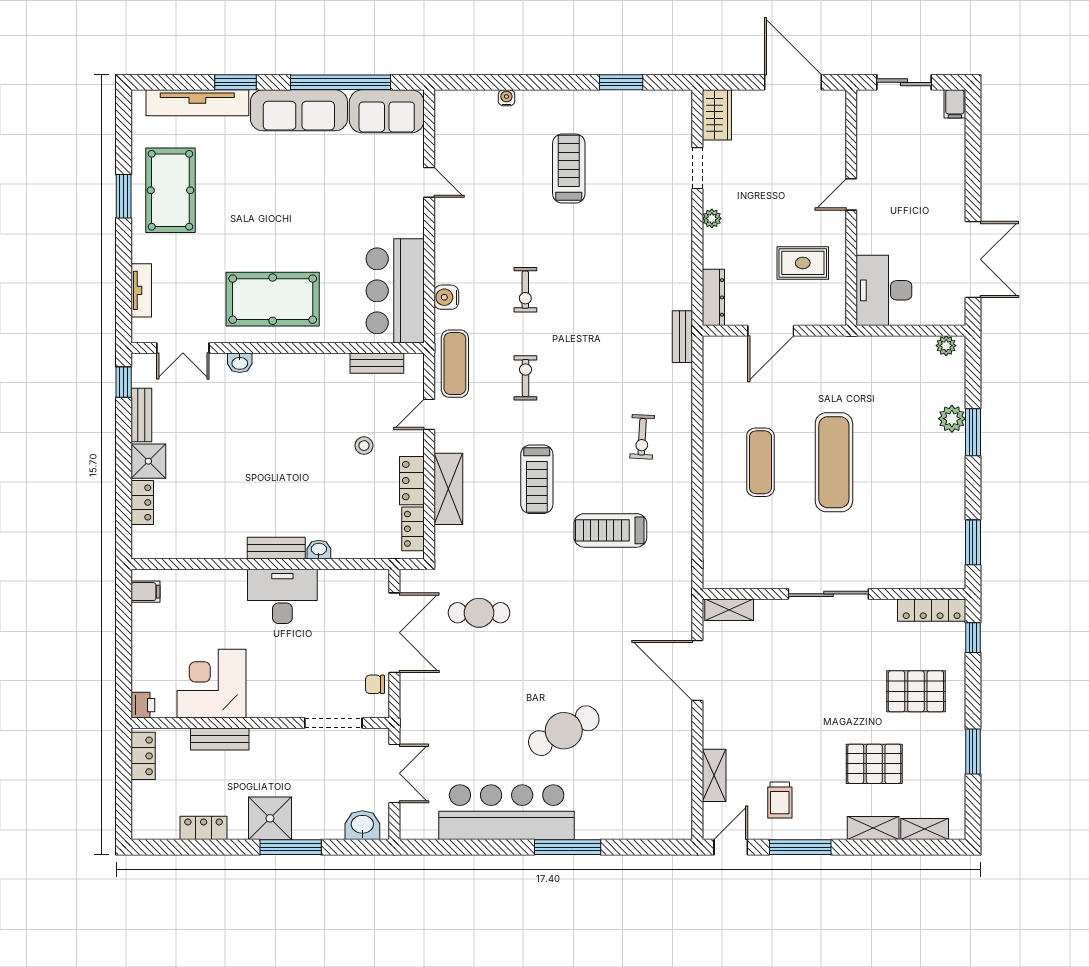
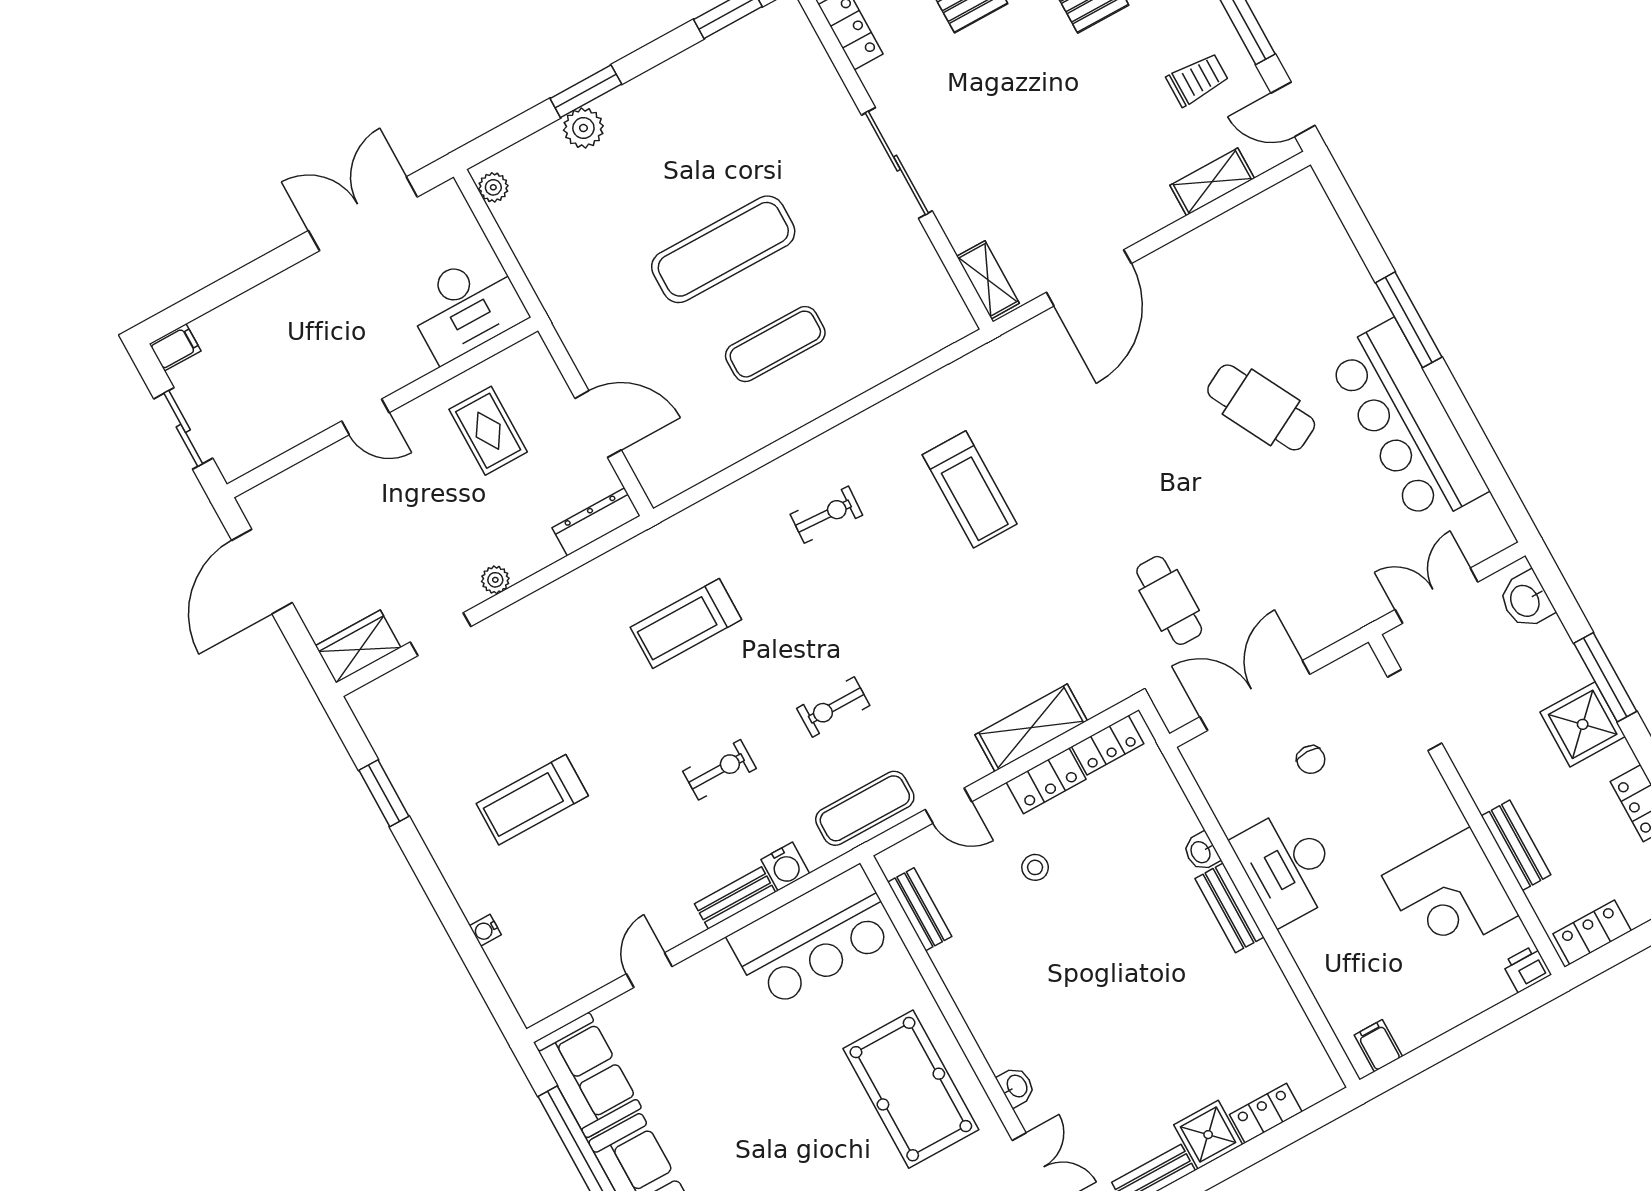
bench: (682, 337) -> (735, 898), moved
treadmill: (537, 479) -> (686, 623), moved, turned 180
chair: (375, 684) -> (1311, 760), moved

